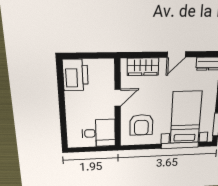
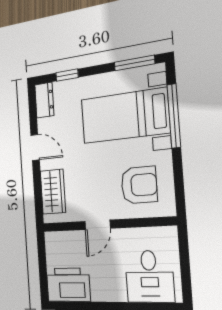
door: (118, 98) -> (98, 225), swing flipped
desk: (99, 133) -> (149, 276), moved, turned 180

